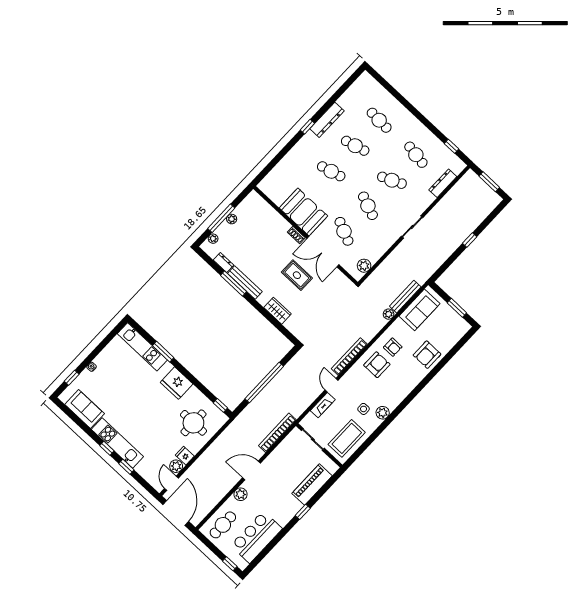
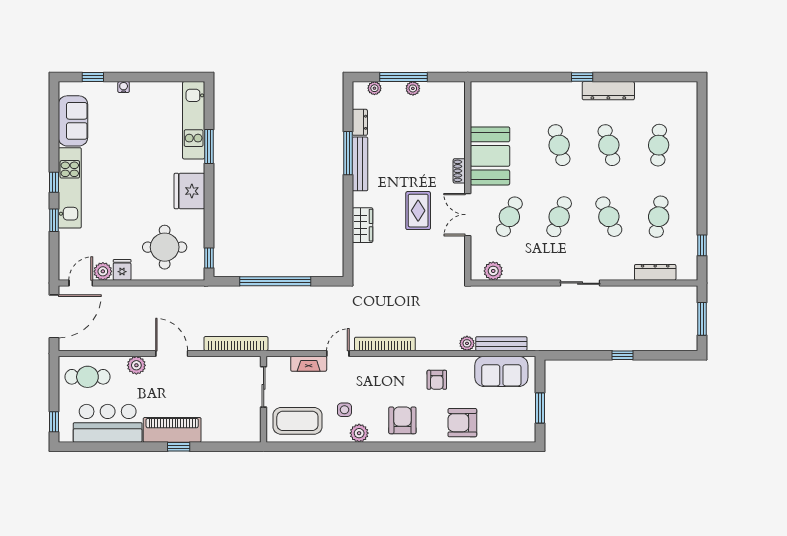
double door: (323, 252) -> (468, 215), width x0.73
armchair: (377, 365) -> (402, 420), moved, turned -90
piano: (312, 485) -> (172, 430), moved

